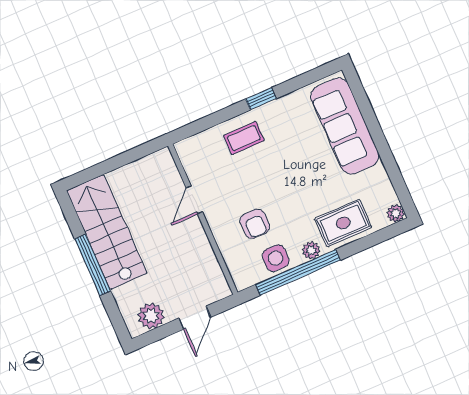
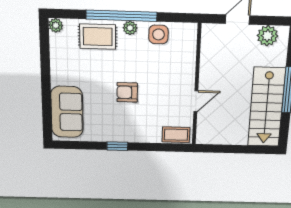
sofa: (345, 126) -> (67, 112), width x0.73
coffee table: (244, 138) -> (176, 135), moved
armchair: (255, 224) -> (127, 92), moved, turned -90
window: (298, 272) -> (122, 16), moved

